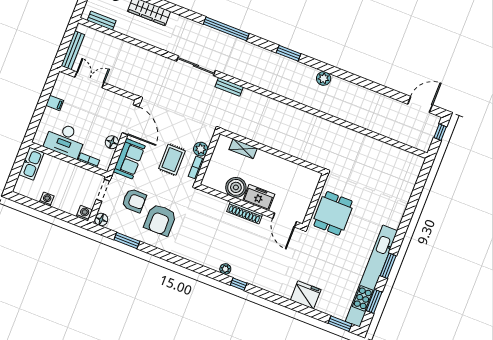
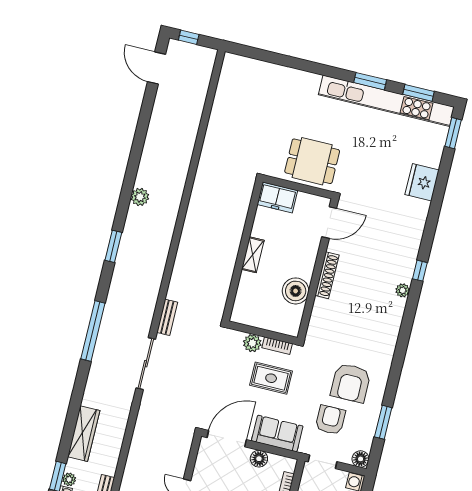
shelving: (243, 149) -> (253, 255), moved
freezer: (259, 197) -> (277, 197), moved, turned -90
armchair: (160, 220) -> (351, 383), turned 90

